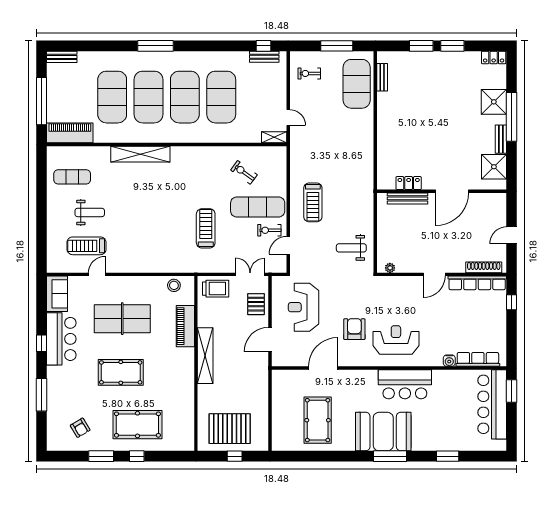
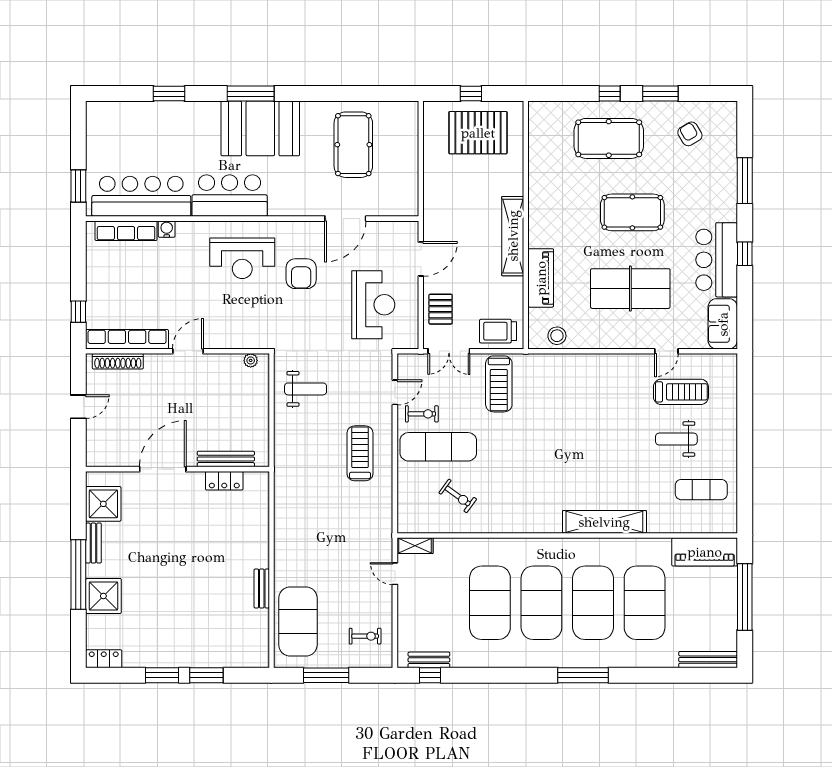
bench: (62, 57) -> (708, 660), width x1.36
bench: (382, 77) -> (262, 588), moved
treadmill: (206, 228) -> (499, 384), moved
bar counter: (492, 404) -> (141, 196), moved, turned -90

